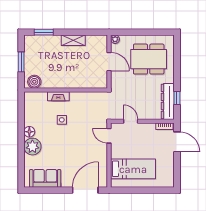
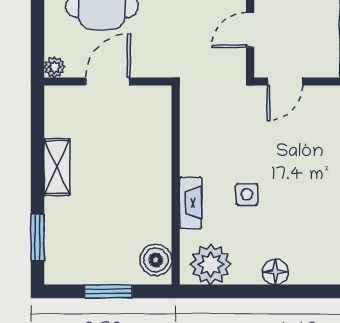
plant: (32, 147) -> (211, 264), moved

